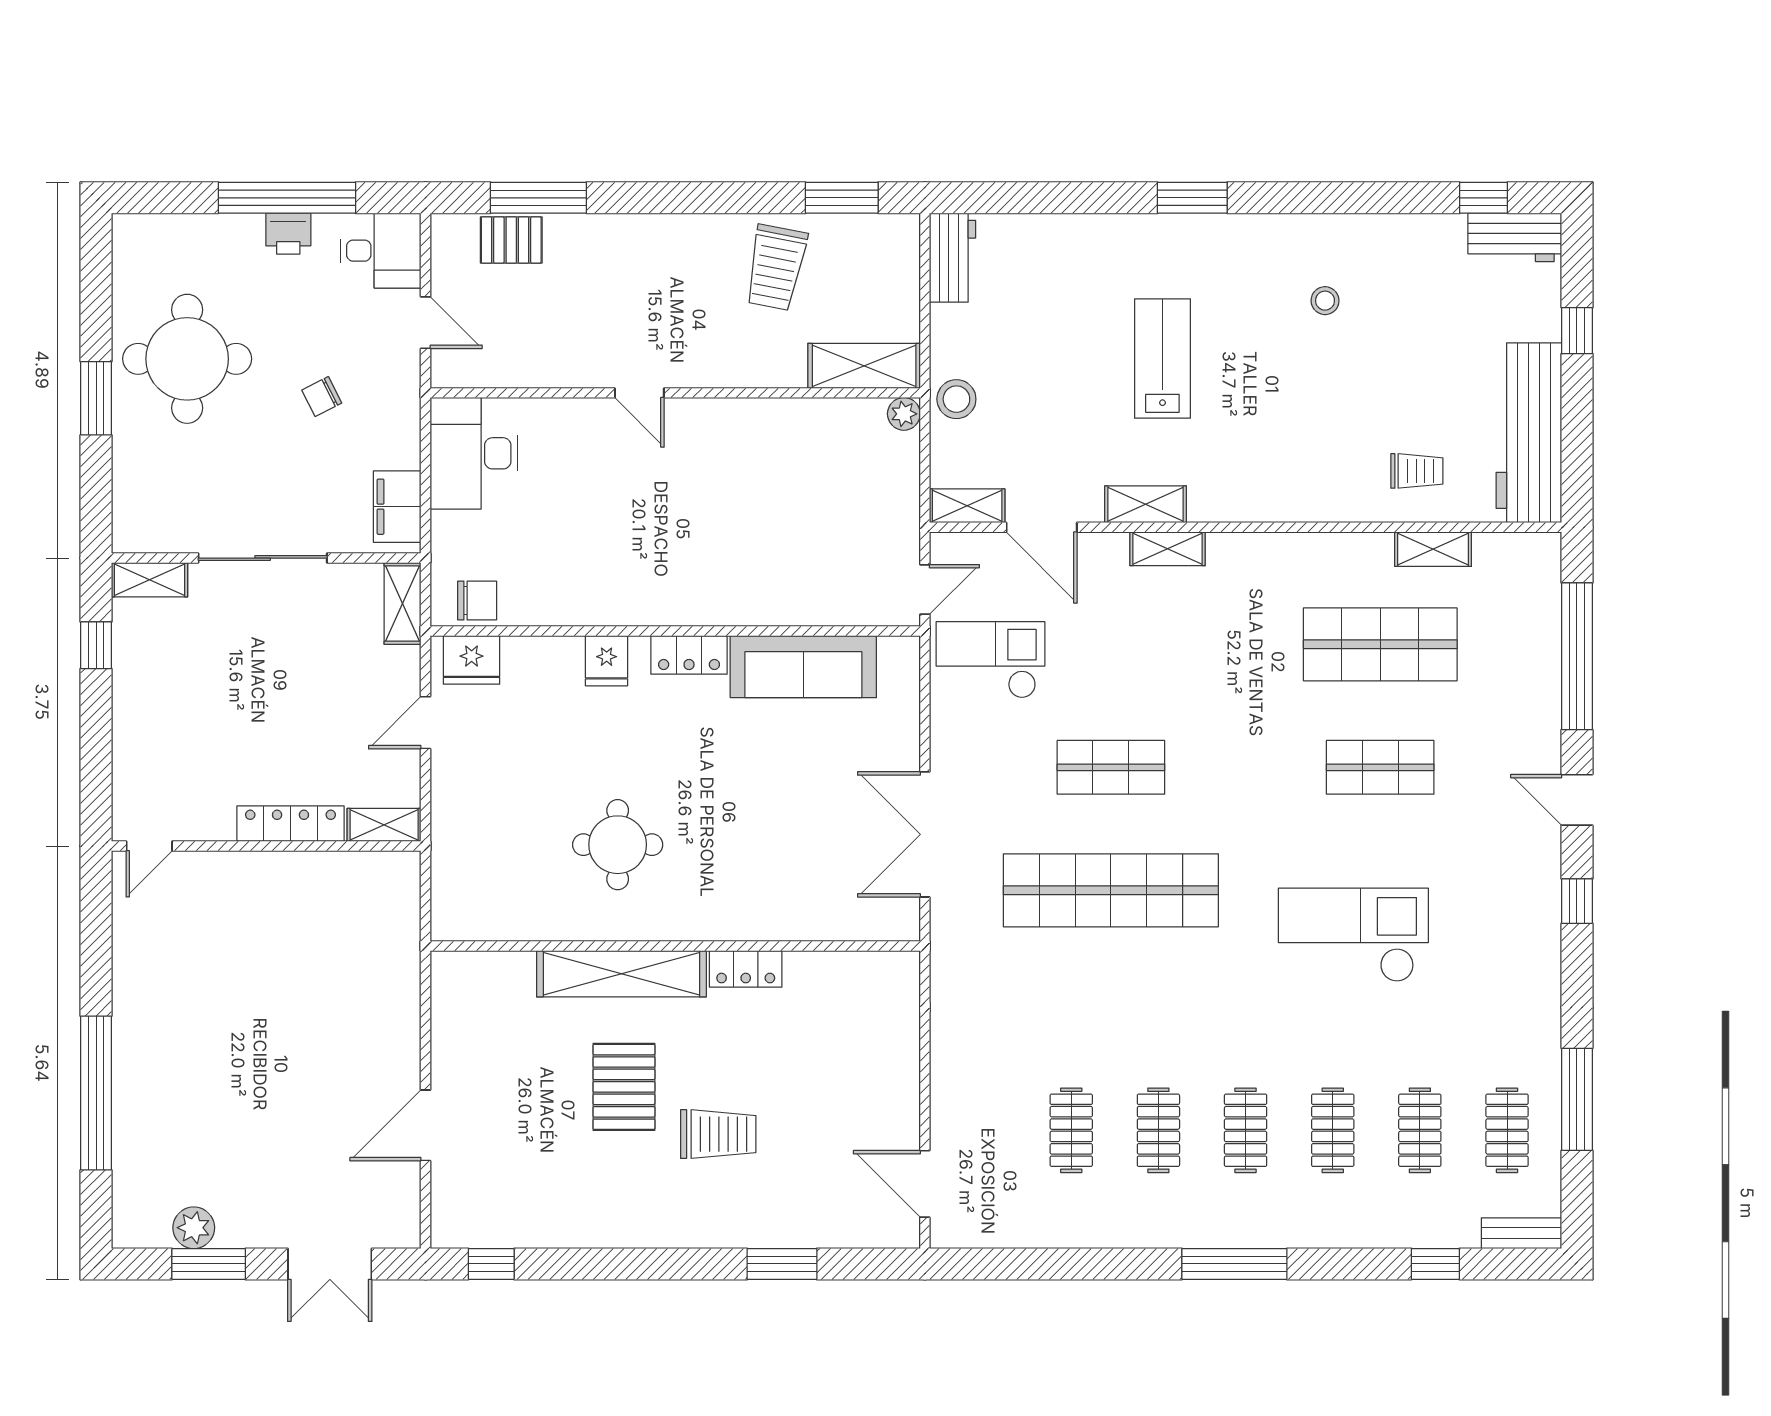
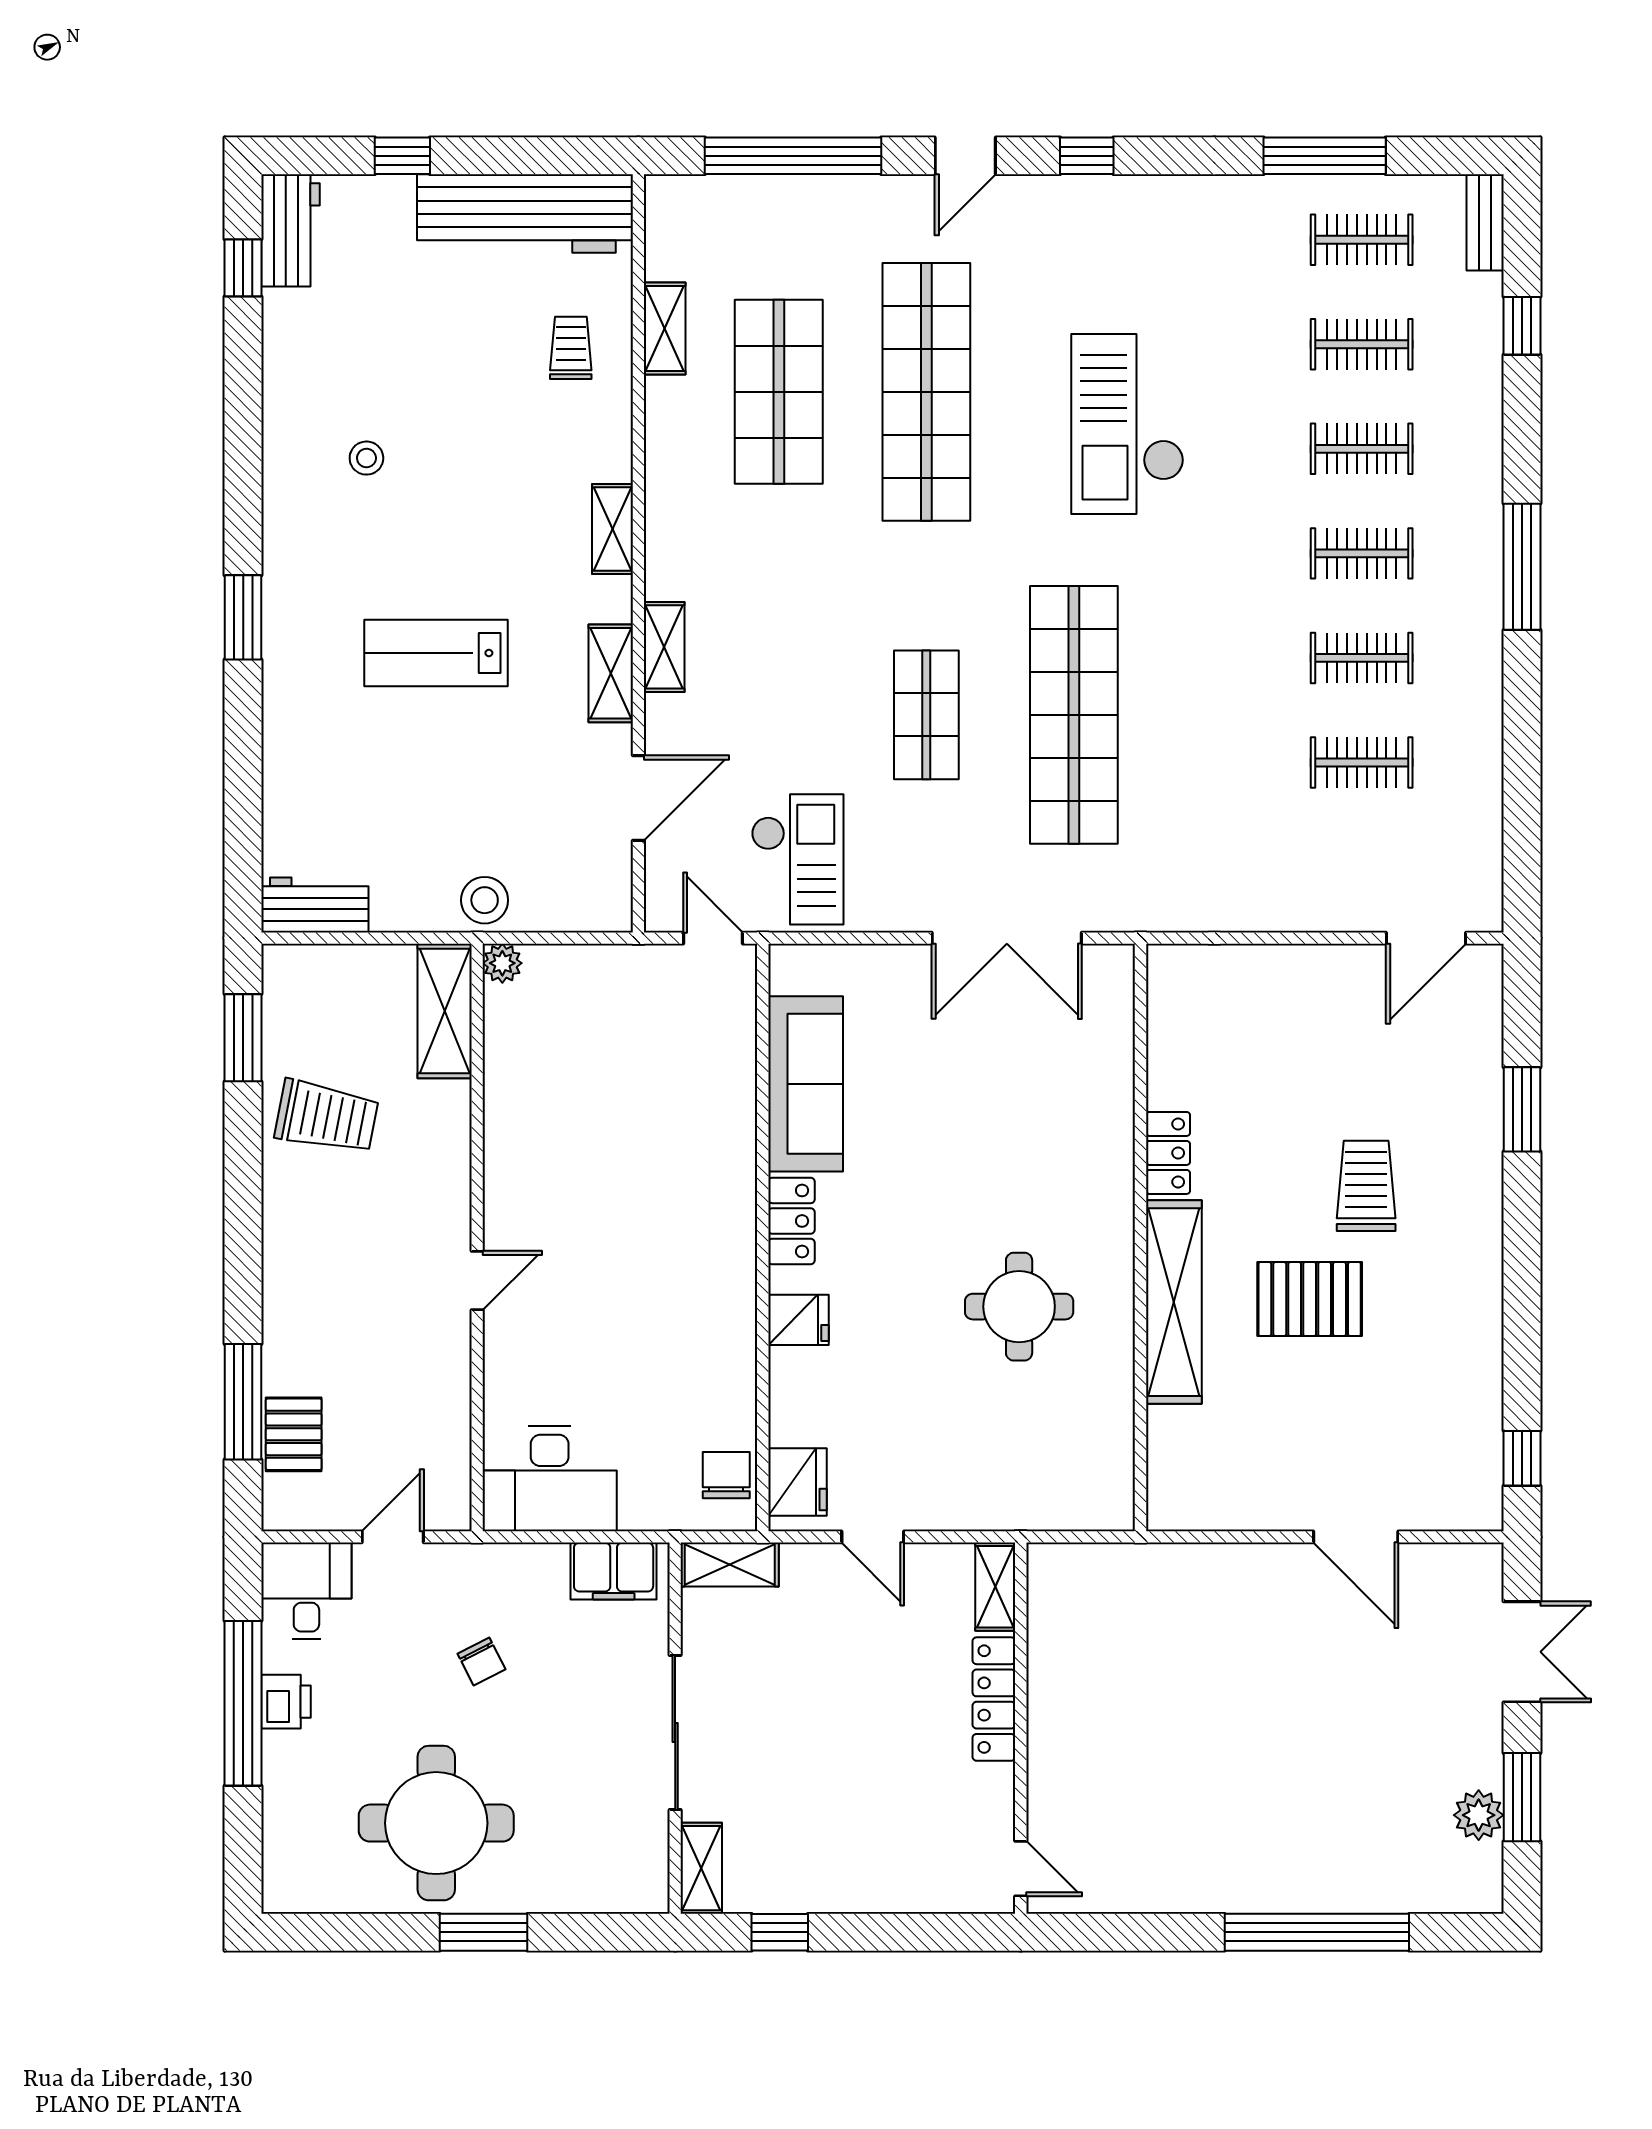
shelving: (967, 506) -> (612, 529), moved
checkout: (990, 660) -> (797, 859), turned 180
shop shelf: (1380, 767) -> (926, 392), width x2.00, depth x1.36

